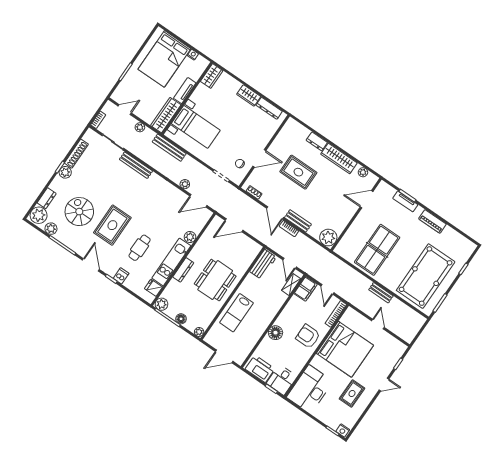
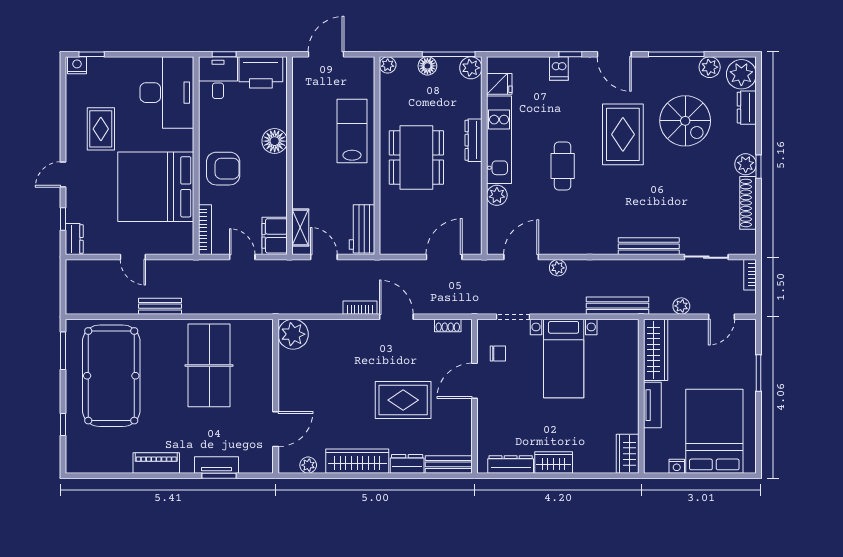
bed with nightstands: (196, 127) -> (564, 358), moved, turned -90
bench: (298, 221) -> (449, 464), moved
cafe table: (140, 248) -> (563, 166), moved
dresser: (399, 351) -> (74, 239), added

